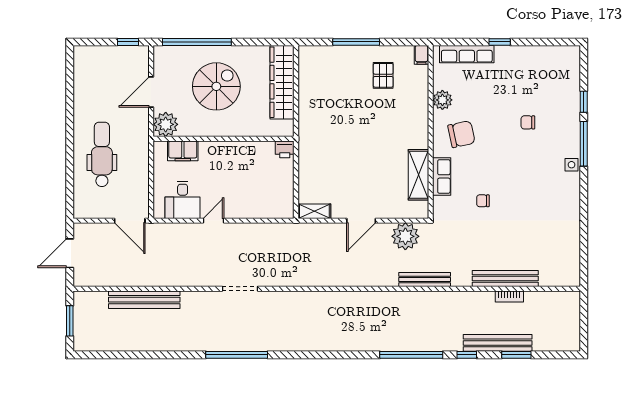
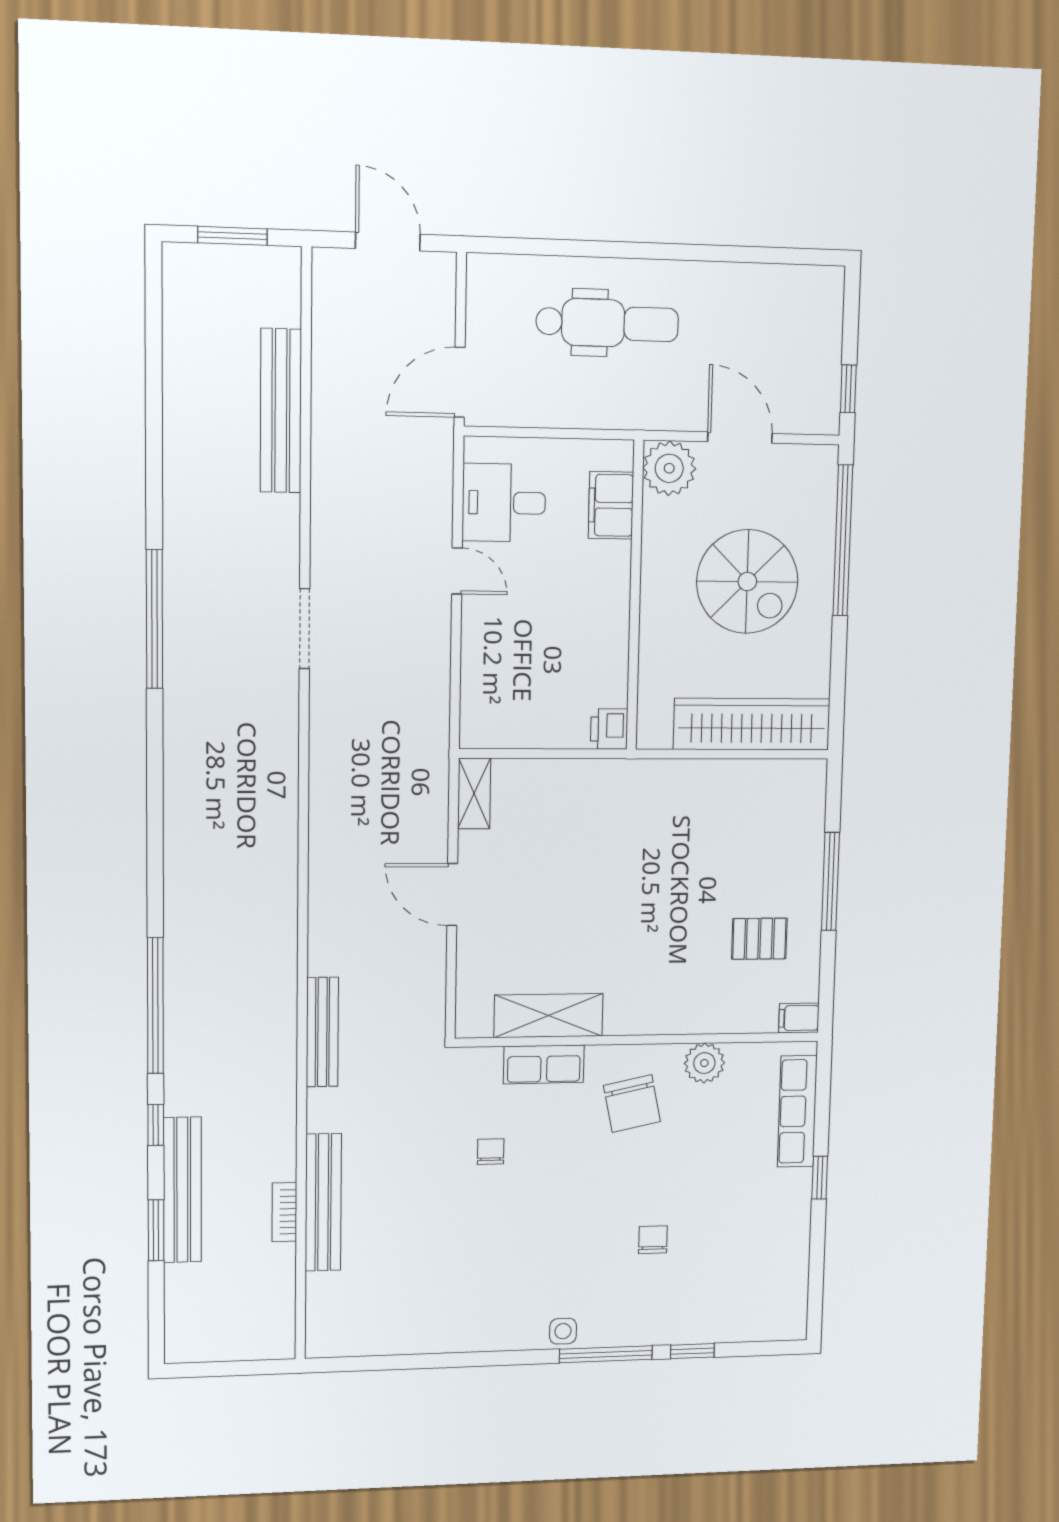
plant: (405, 236) -> (417, 990), removed

